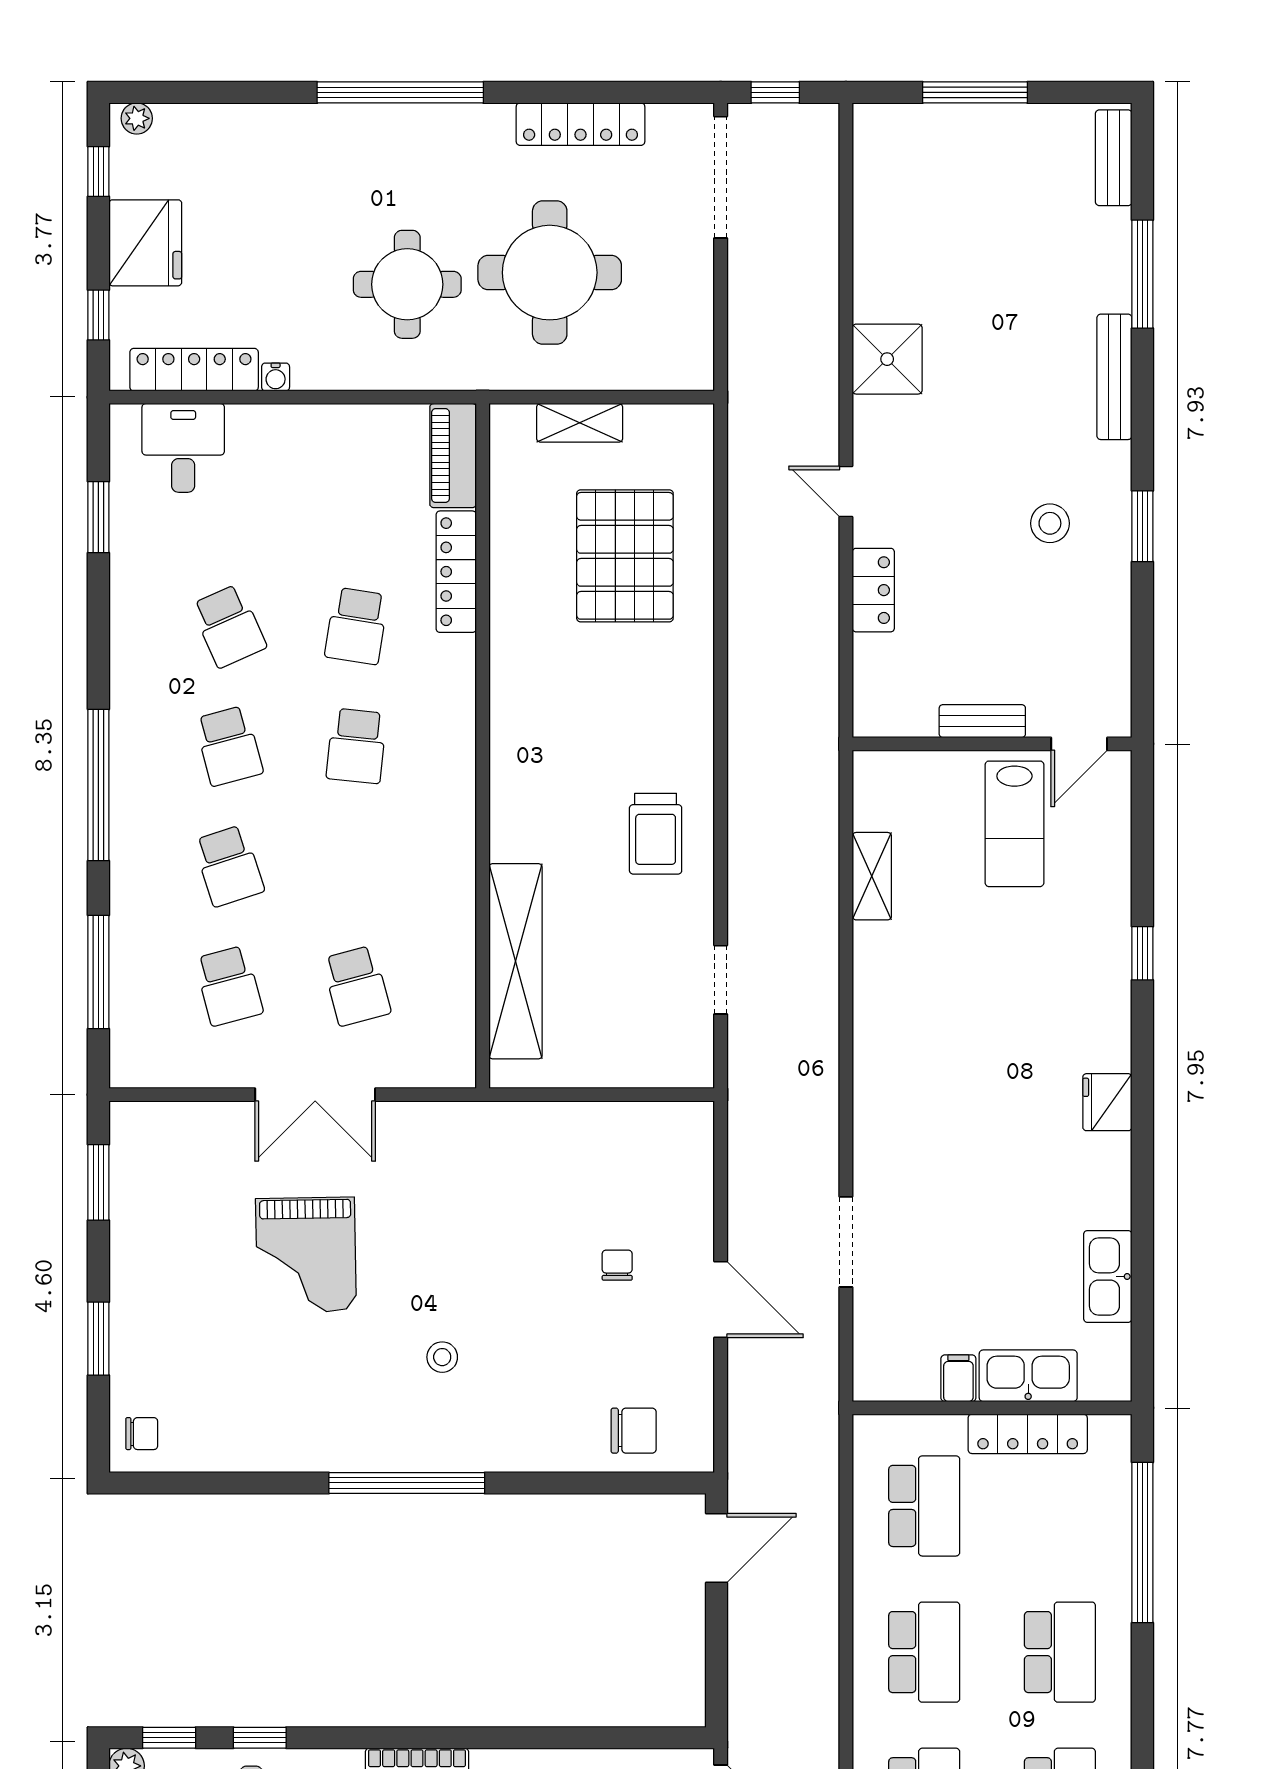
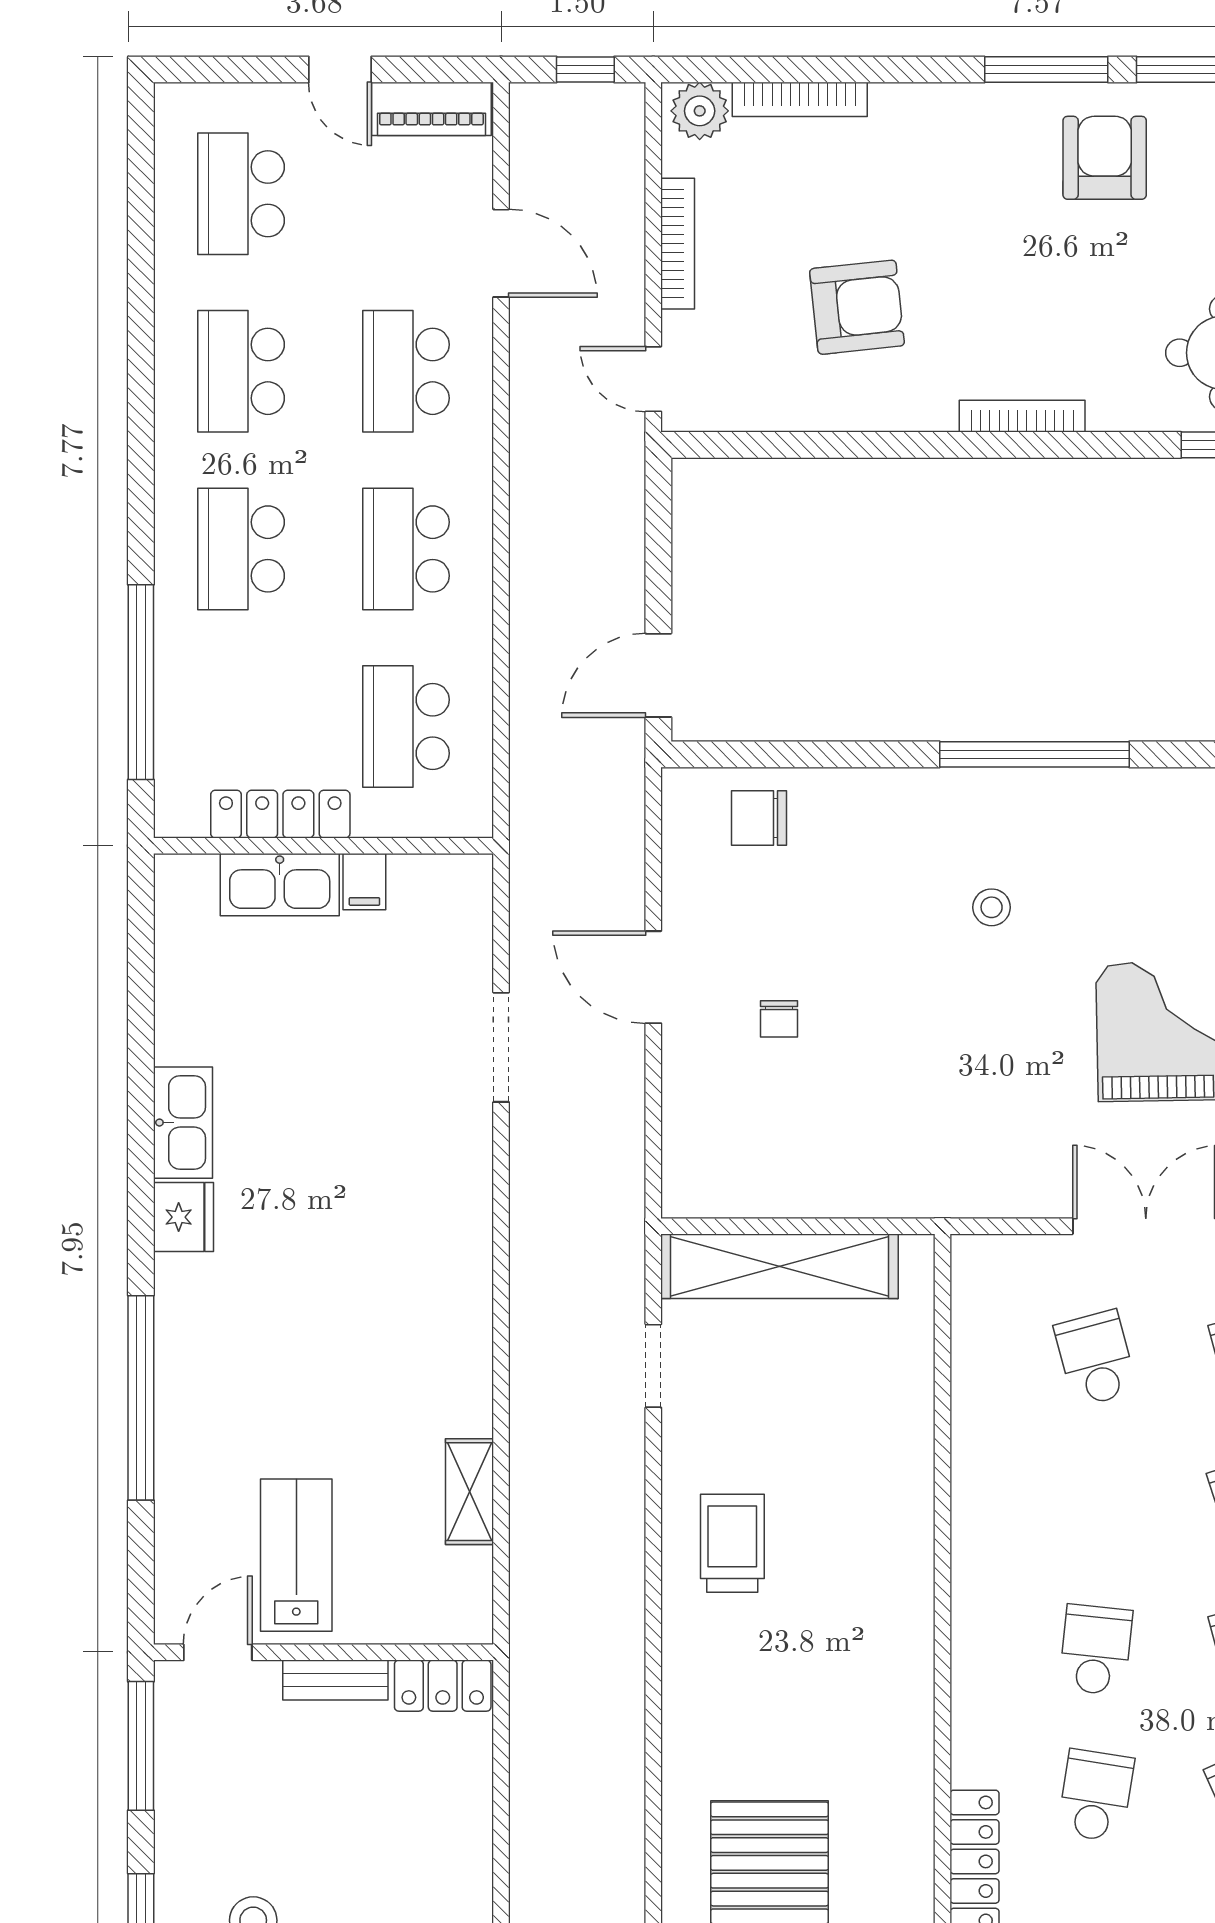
locker: (873, 590) -> (443, 1686), moved, turned -90
window: (1142, 667) -> (141, 1746), added
window: (1142, 953) -> (141, 1398), width x3.17
shelving: (515, 961) -> (779, 1266), moved, turned 90
kitchen sink: (1108, 1276) -> (183, 1123), moved

